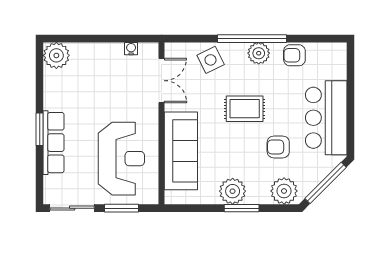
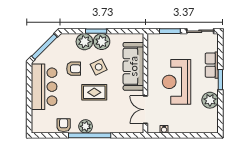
plant: (56, 55) -> (210, 100), moved
armchair: (294, 55) -> (64, 125), turned -90
side table: (211, 60) -> (99, 67), moved
row of seats: (54, 143) -> (212, 65), width x0.68
reception desk: (121, 159) -> (177, 82), moved
plant: (284, 191) -> (84, 42), moved

